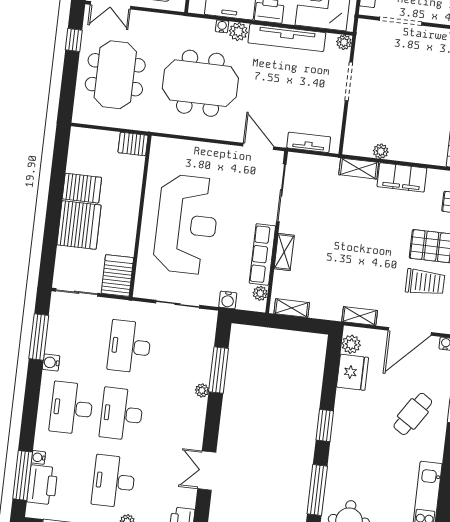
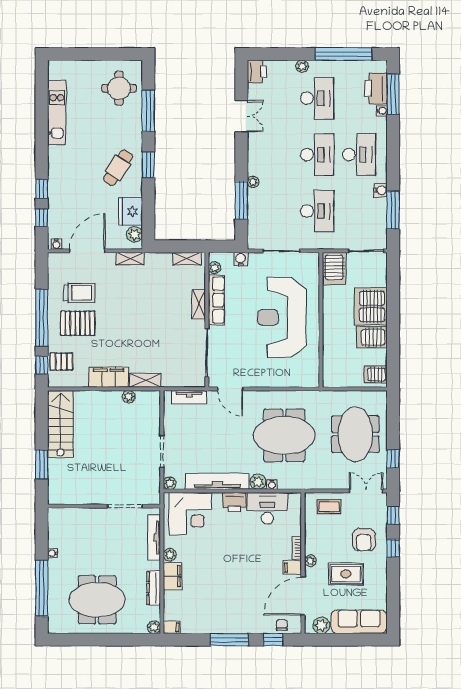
server rack: (133, 144) -> (376, 374), moved, turned 180
trolley: (425, 282) -> (79, 293), turned 180
cafe table: (413, 414) -> (118, 168), moved

